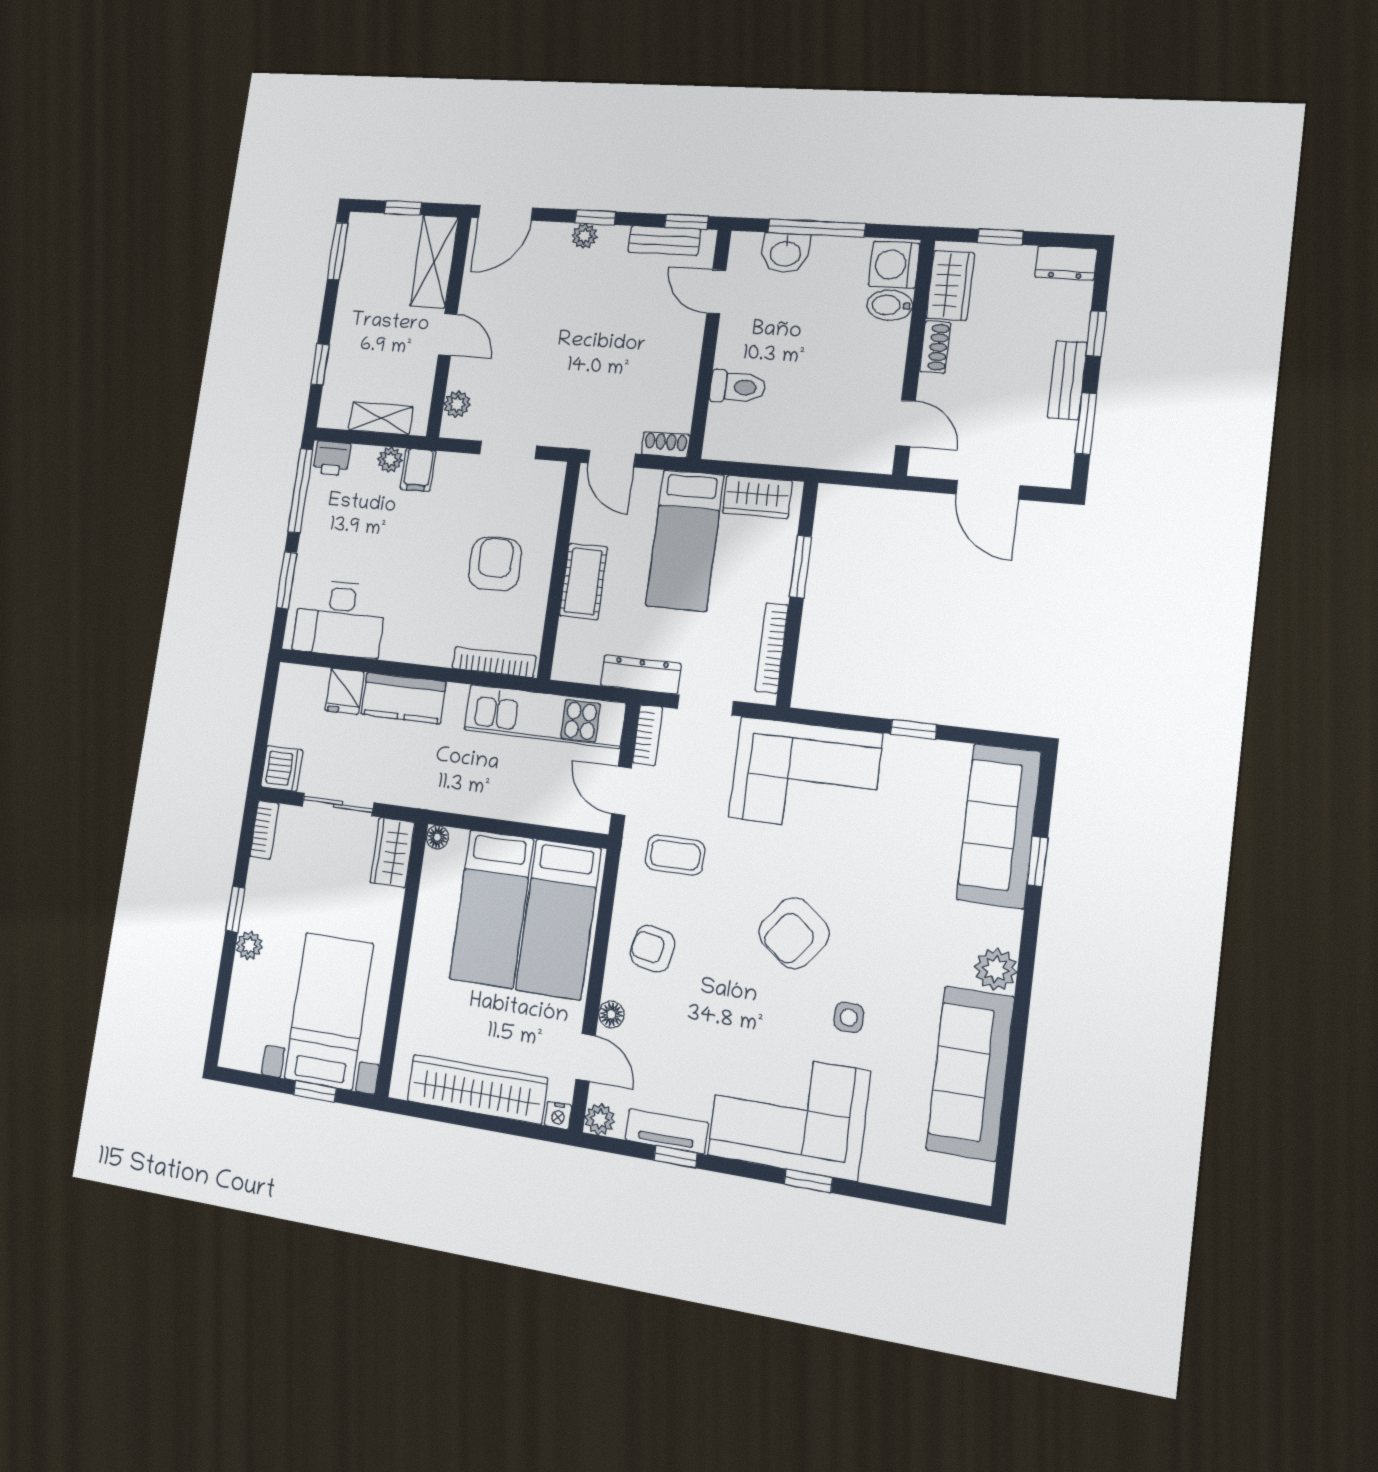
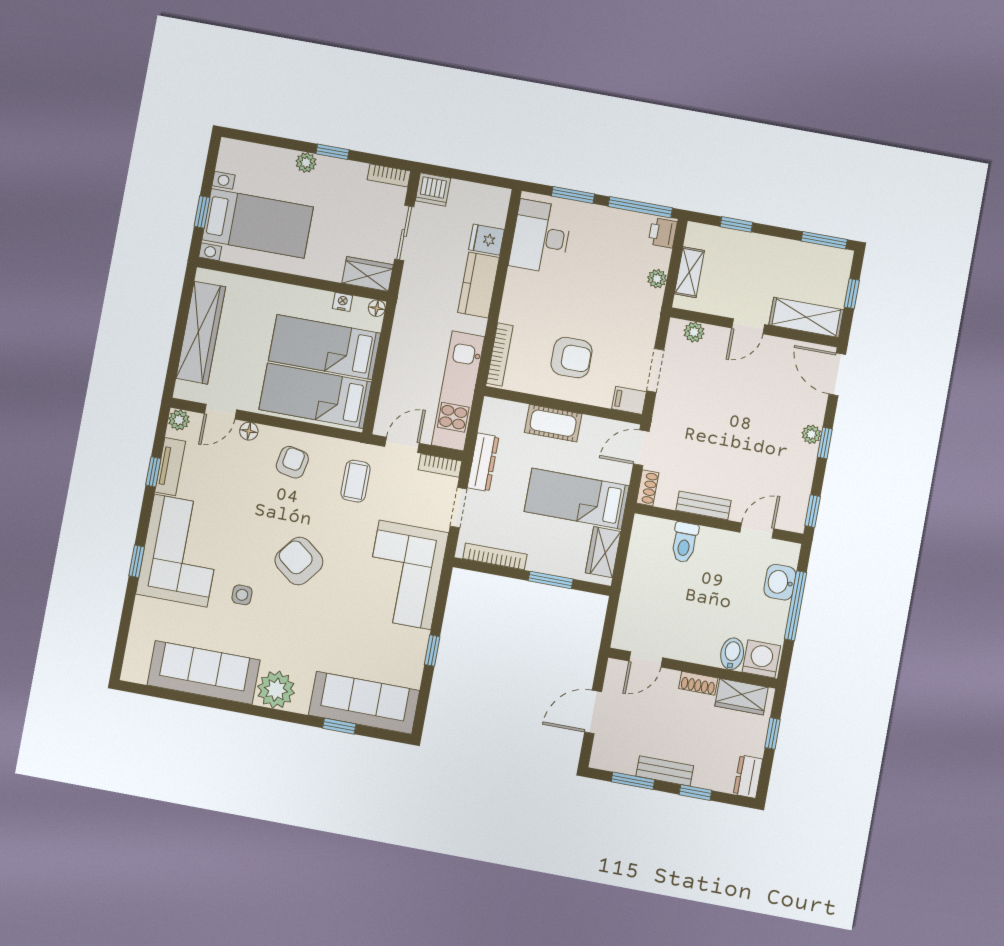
bench: (664, 241) -> (703, 505), moved, turned 90
filing cabinet: (418, 470) -> (629, 400), moved
plant: (996, 969) -> (276, 690), width x1.36, depth x1.36
nightstand: (558, 1115) -> (342, 302), moved, turned 90

